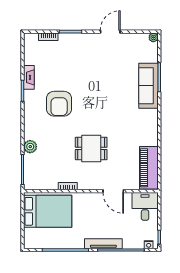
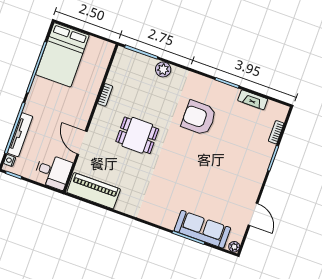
door: (110, 32) -> (253, 214), moved
fireplace: (29, 77) -> (253, 100), moved
sofa: (148, 86) -> (202, 229), moved
dining table: (91, 148) -> (137, 135), turned 90
door: (113, 191) -> (82, 143), hinge flipped
bed: (48, 211) -> (62, 55), moved
tv unit: (103, 244) -> (20, 135), moved

